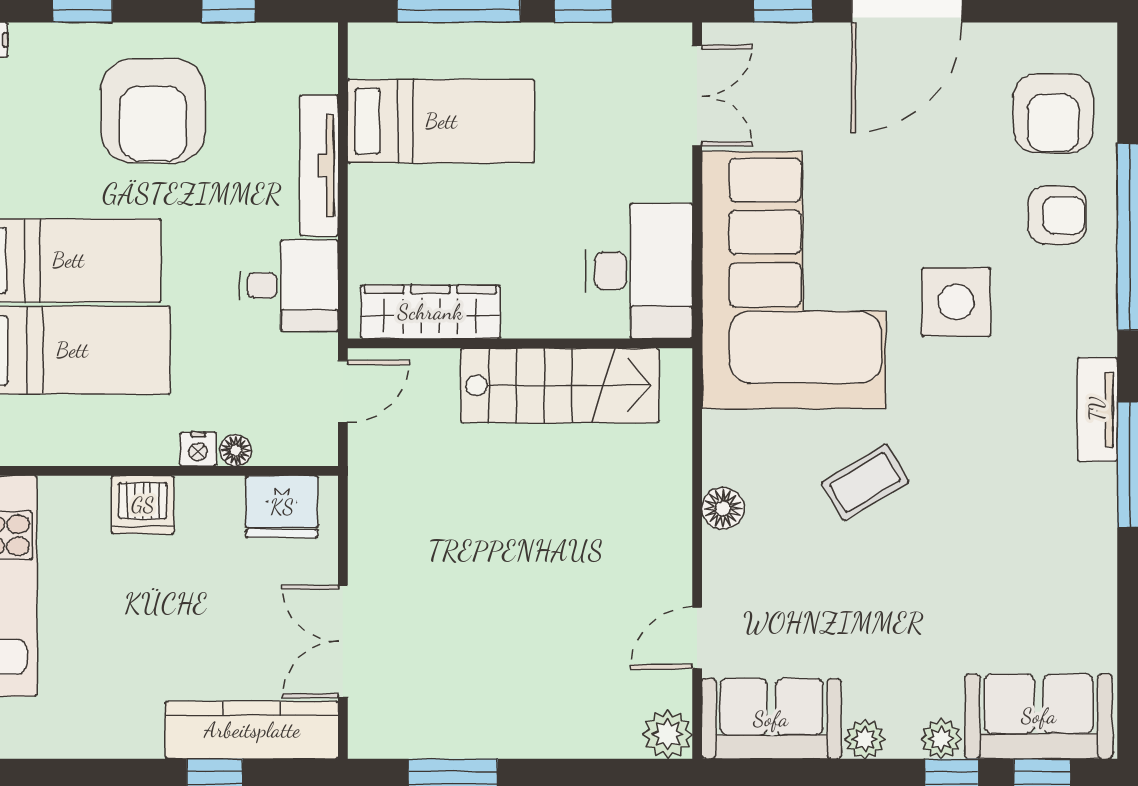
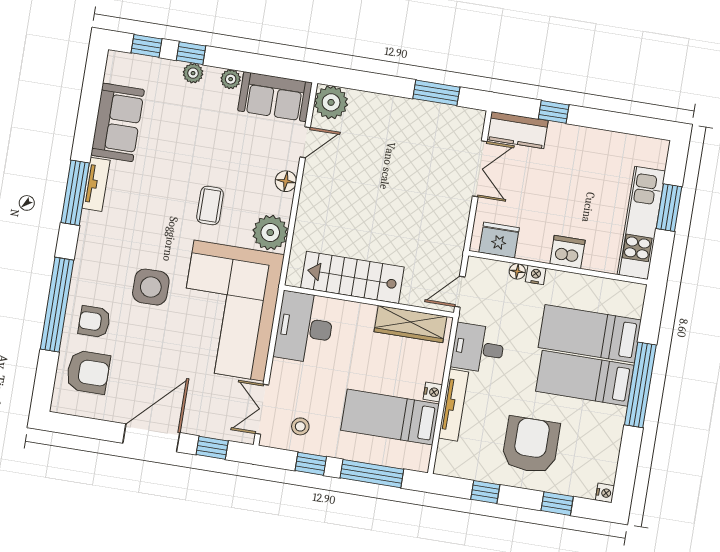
stool: (615, 74) -> (300, 426), added
armchair: (1053, 113) -> (88, 372), turned 90
nightstand: (364, 185) -> (433, 392), added
tv unit: (1097, 409) -> (96, 184), moved
plant: (737, 448) -> (270, 233), added
coffee table: (865, 482) -> (210, 205), turned -59
floor lamp: (723, 508) -> (286, 181), moved
sofa: (1039, 716) -> (118, 122), moved, turned -90
kitchen counter: (252, 730) -> (517, 130), width x0.67
plant: (668, 734) -> (331, 102), width x1.36, depth x1.36

